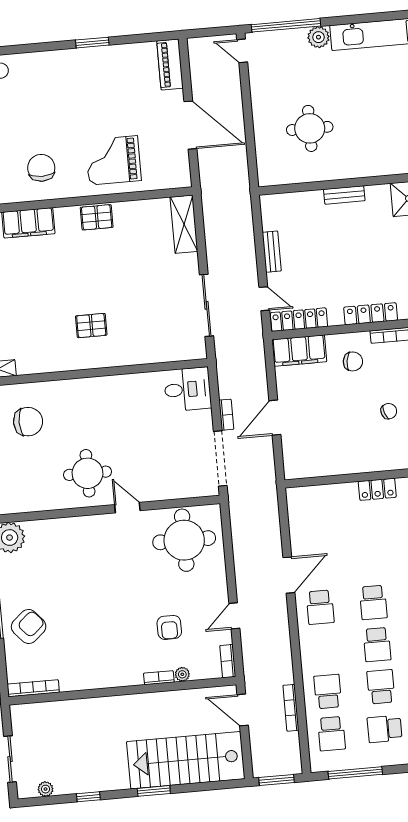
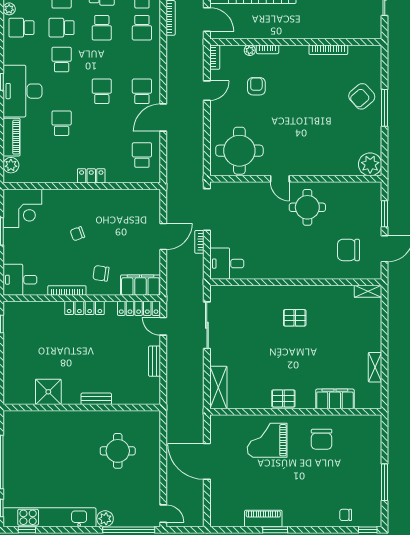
piano: (170, 64) -> (263, 519), moved, turned -90
grand piano: (113, 160) -> (267, 440), turned 180
school desk: (377, 645) -> (142, 155), moved
bookcase: (33, 688) -> (328, 50), moved

